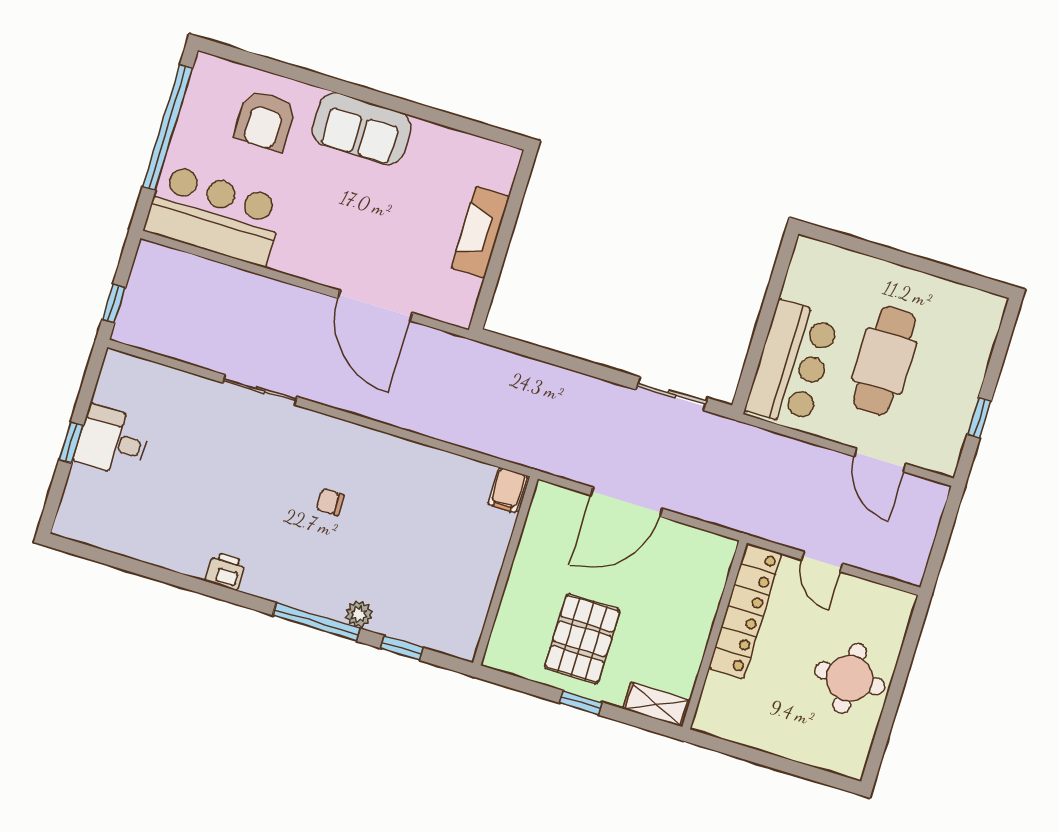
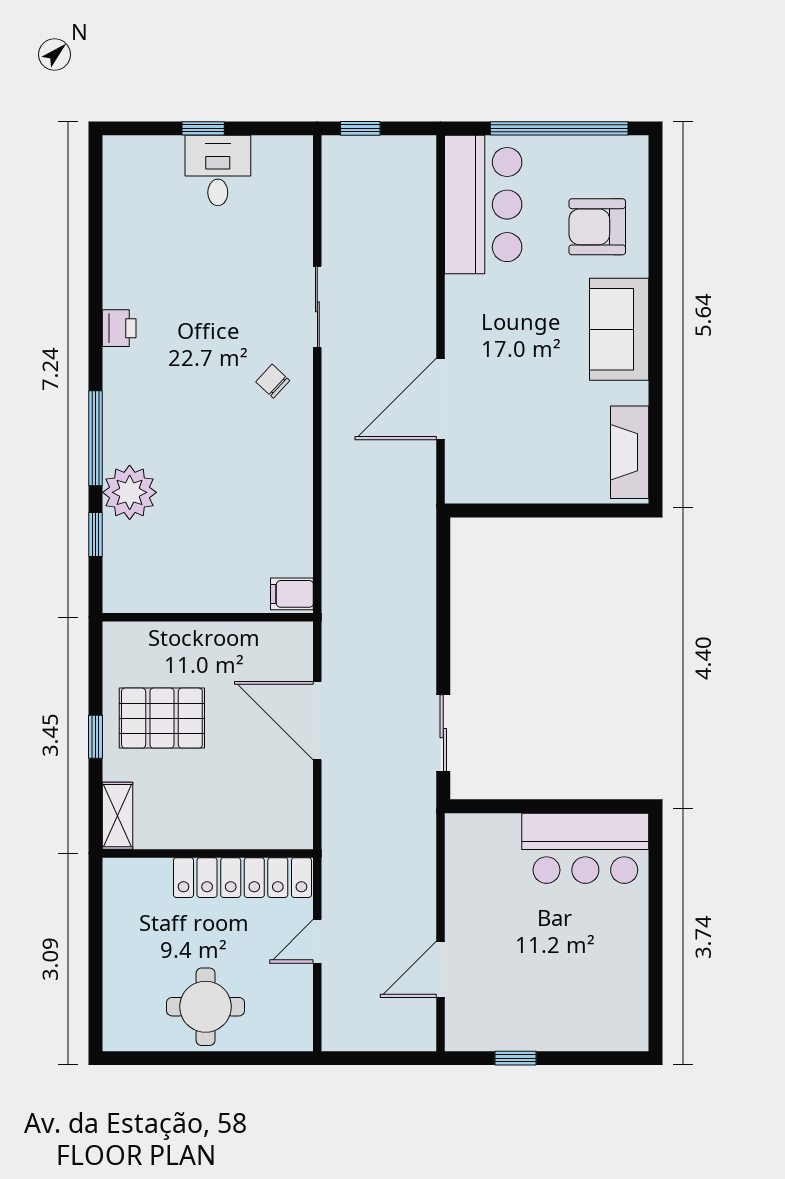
fireplace: (480, 232) -> (630, 452), moved, turned -90
cafe table: (884, 361) -> (544, 942), removed
bar counter: (792, 364) -> (585, 848), moved
chair: (330, 502) -> (273, 381), moved, turned -47
plant: (359, 614) -> (130, 492), width x1.87, depth x1.87

